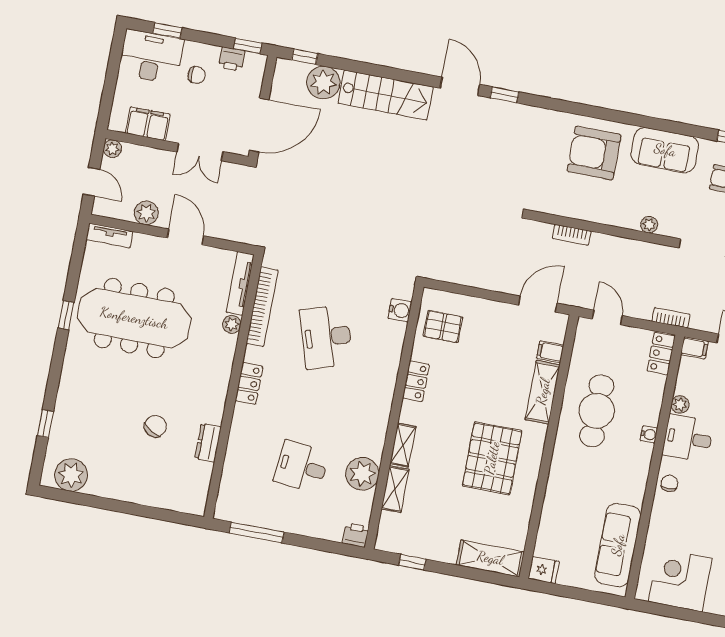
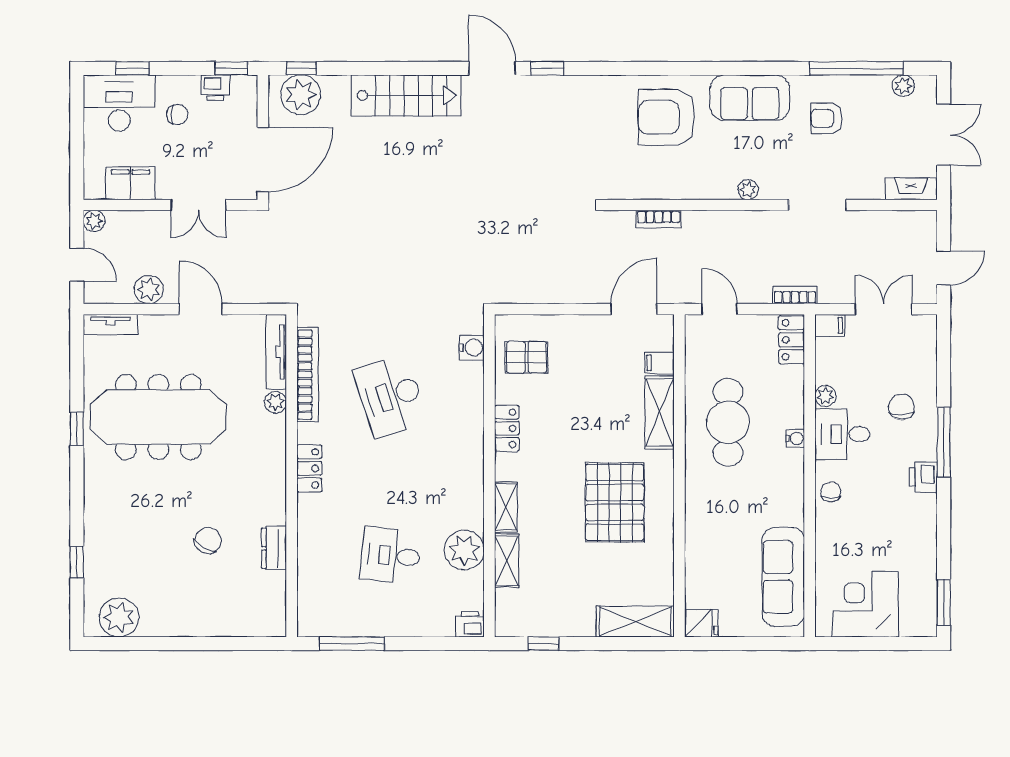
plant: (323, 83) -> (301, 95), moved

